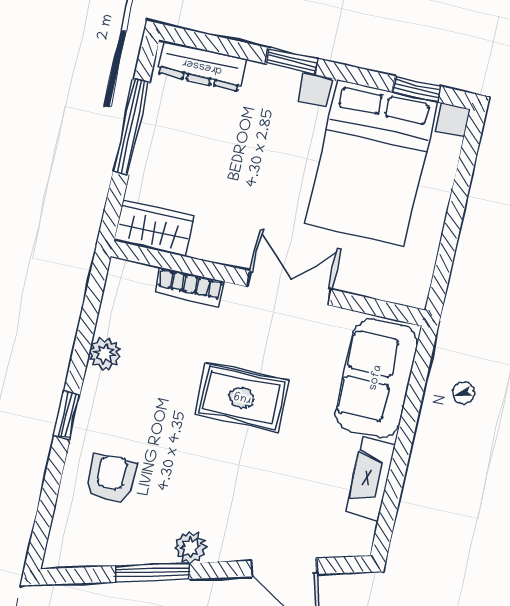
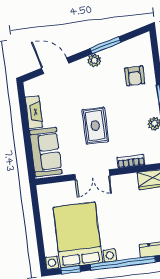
window: (292, 61) -> (123, 263), width x3.17
rug: (242, 398) -> (95, 126), turned 90

